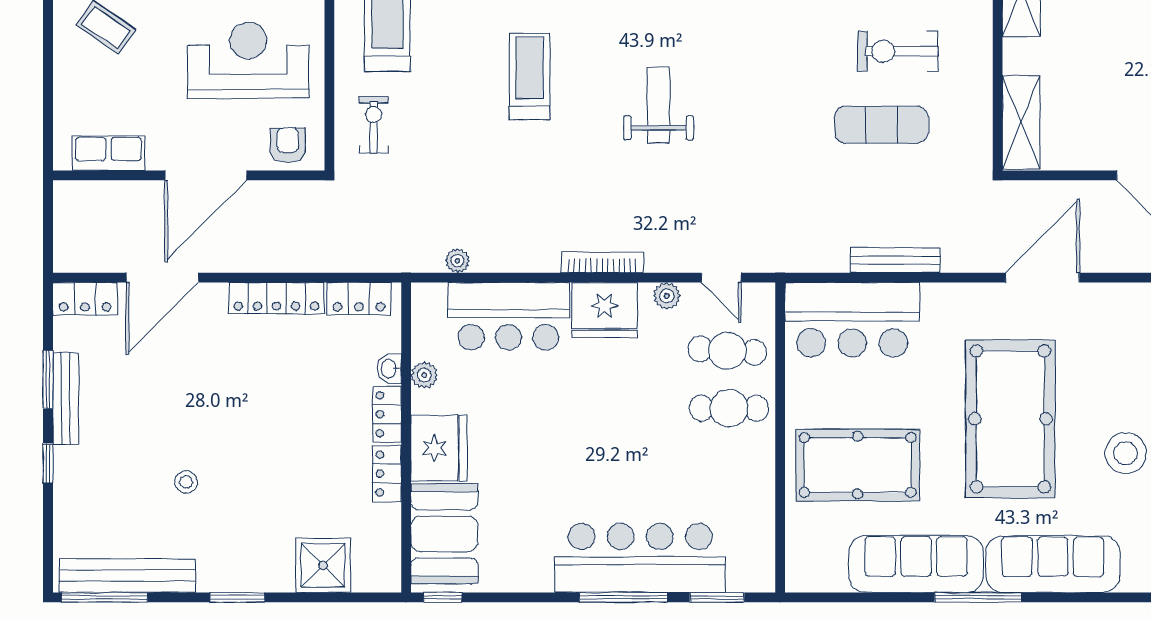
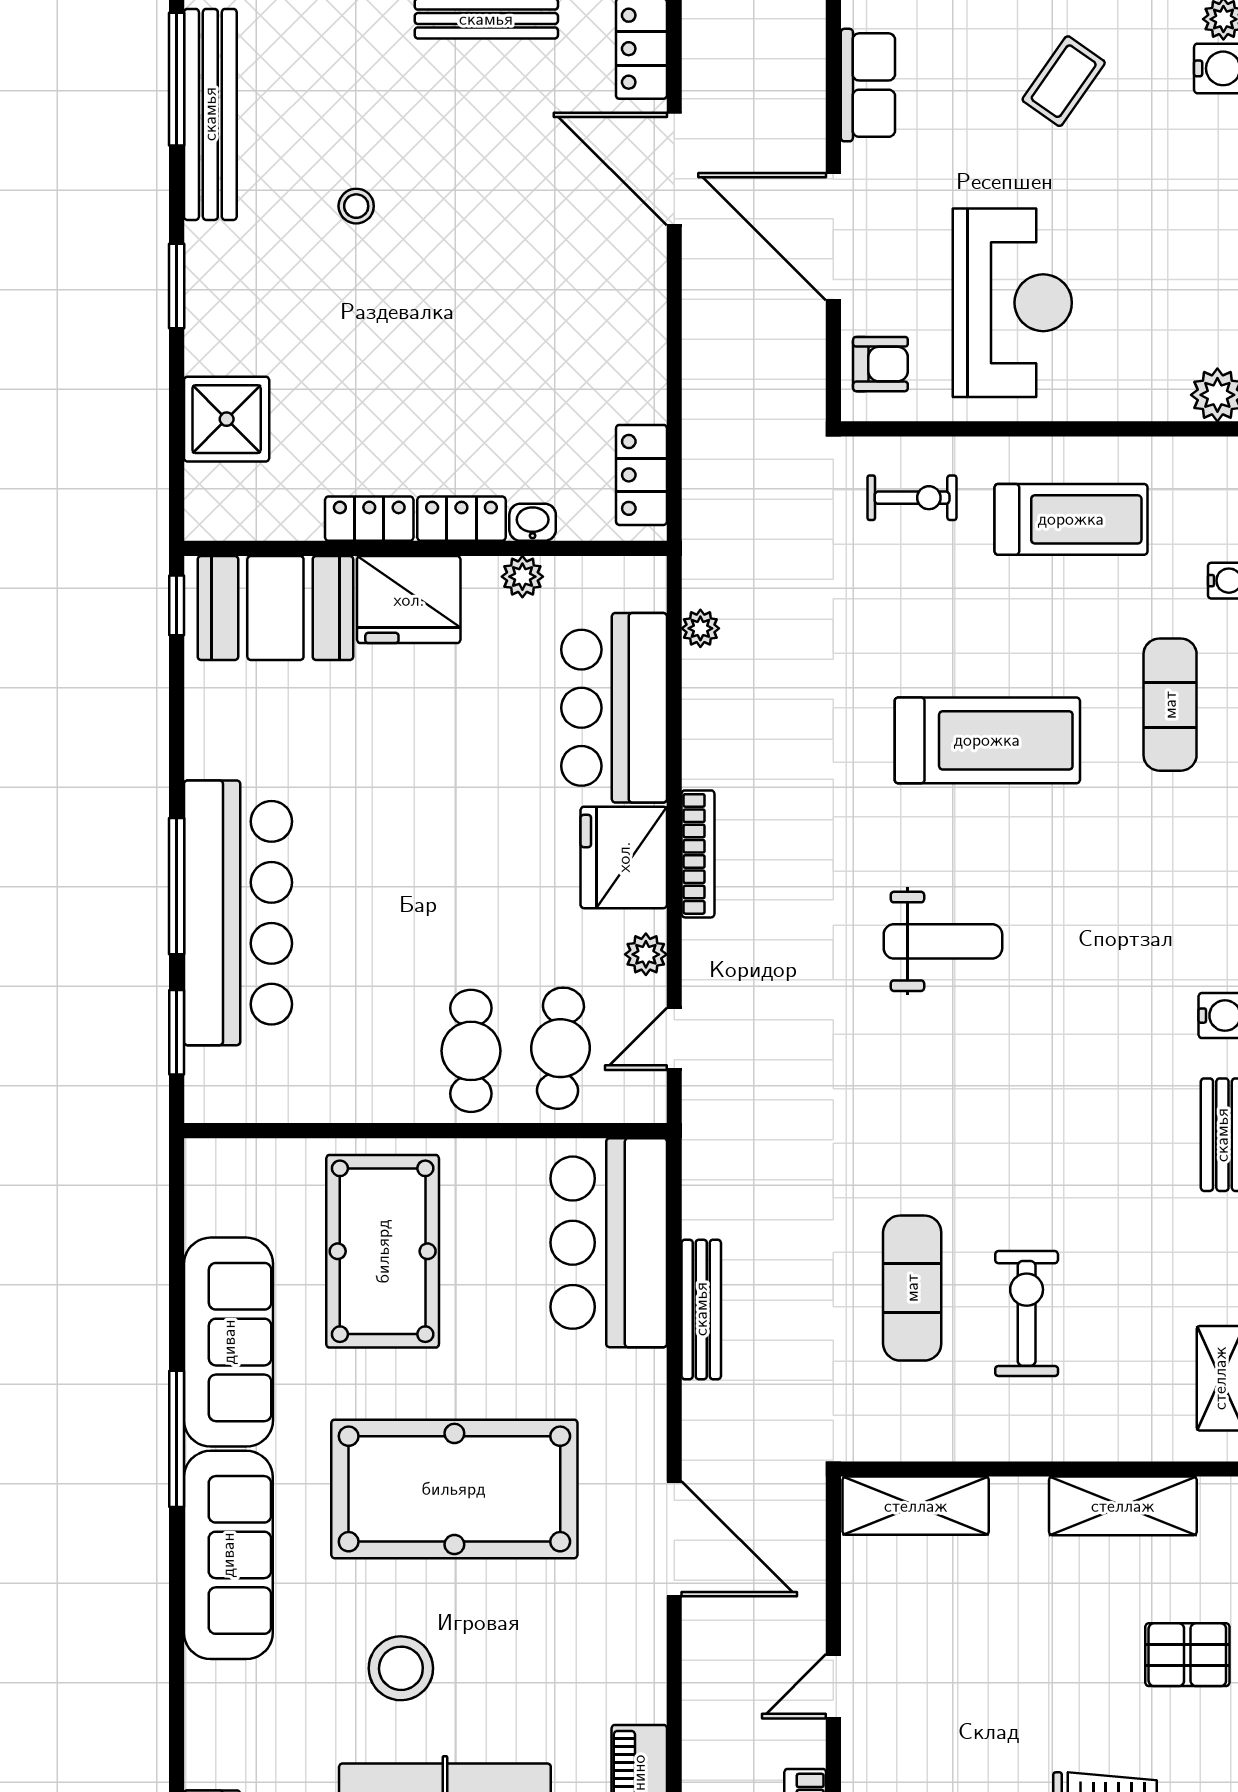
treadmill: (529, 76) -> (987, 740), width x1.37, depth x1.38
locker: (276, 298) -> (642, 347), removed

